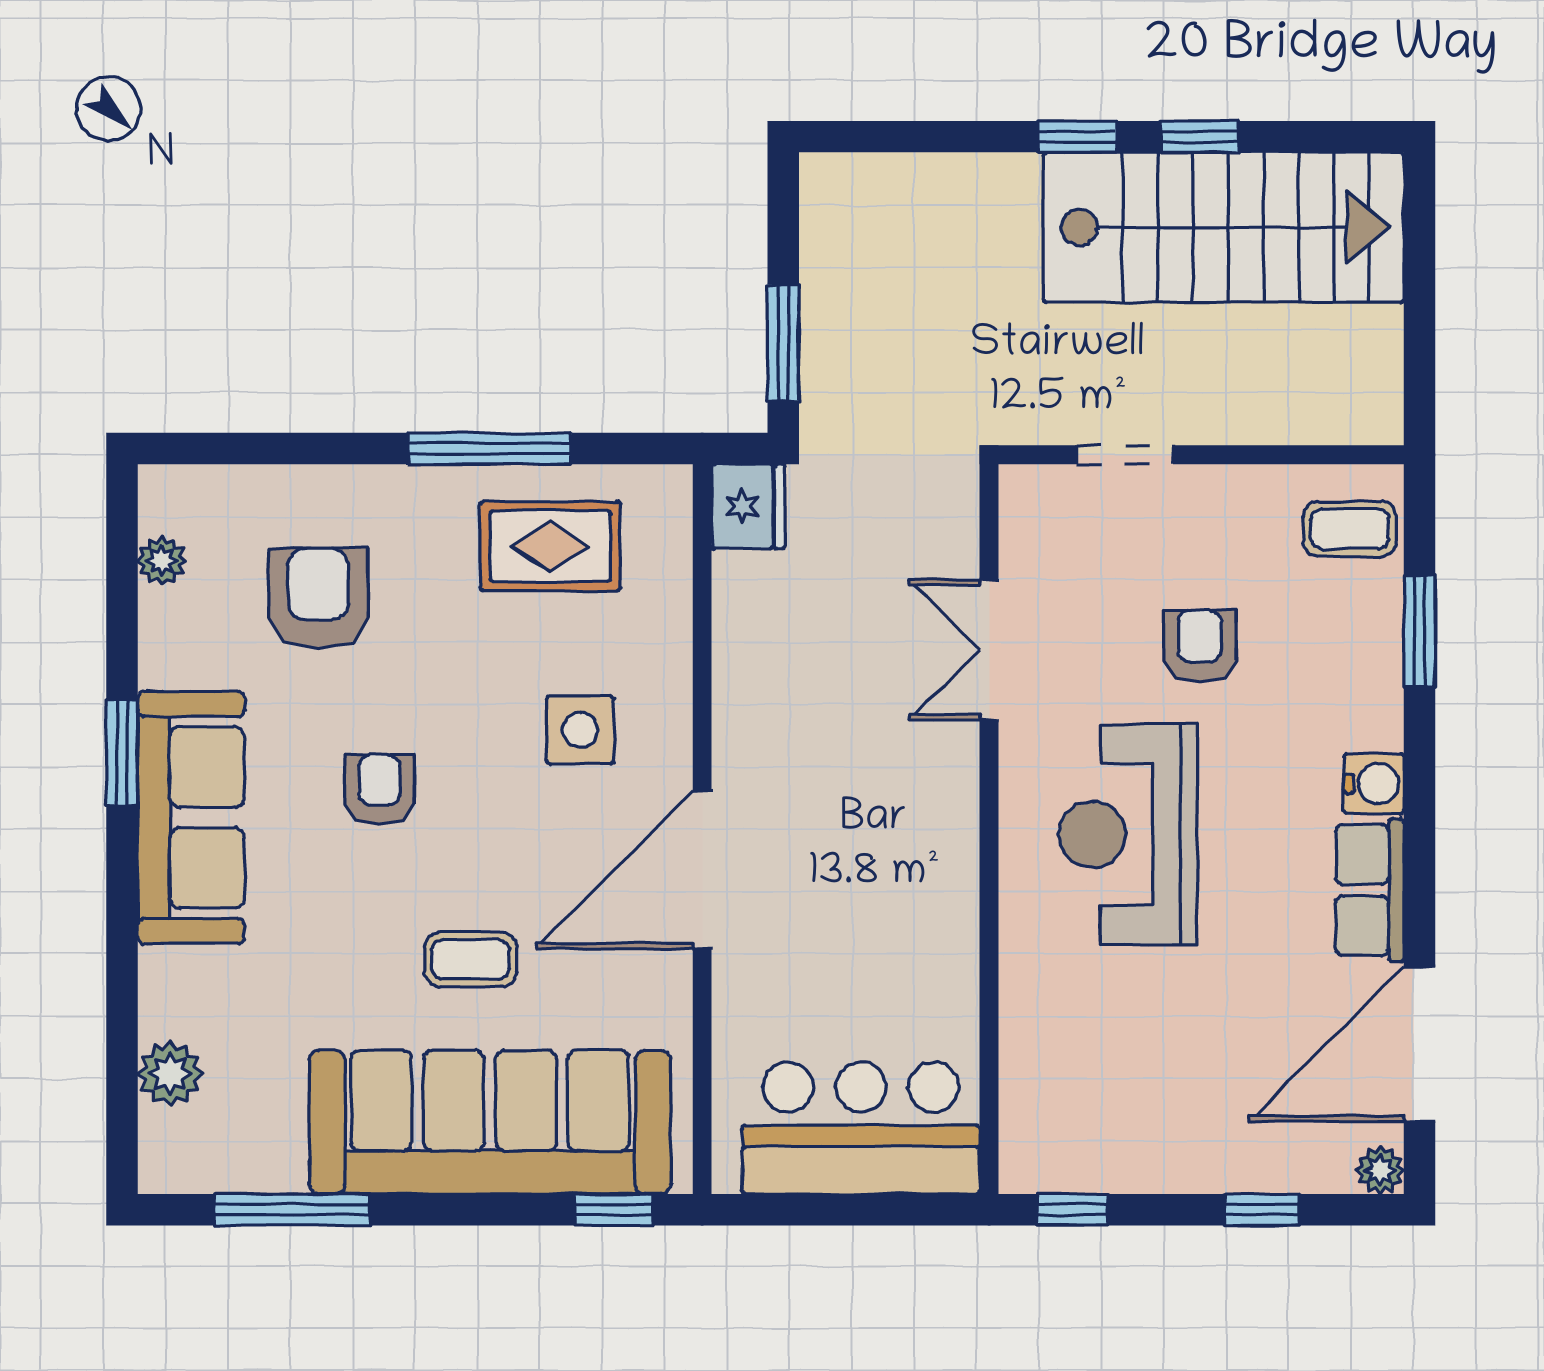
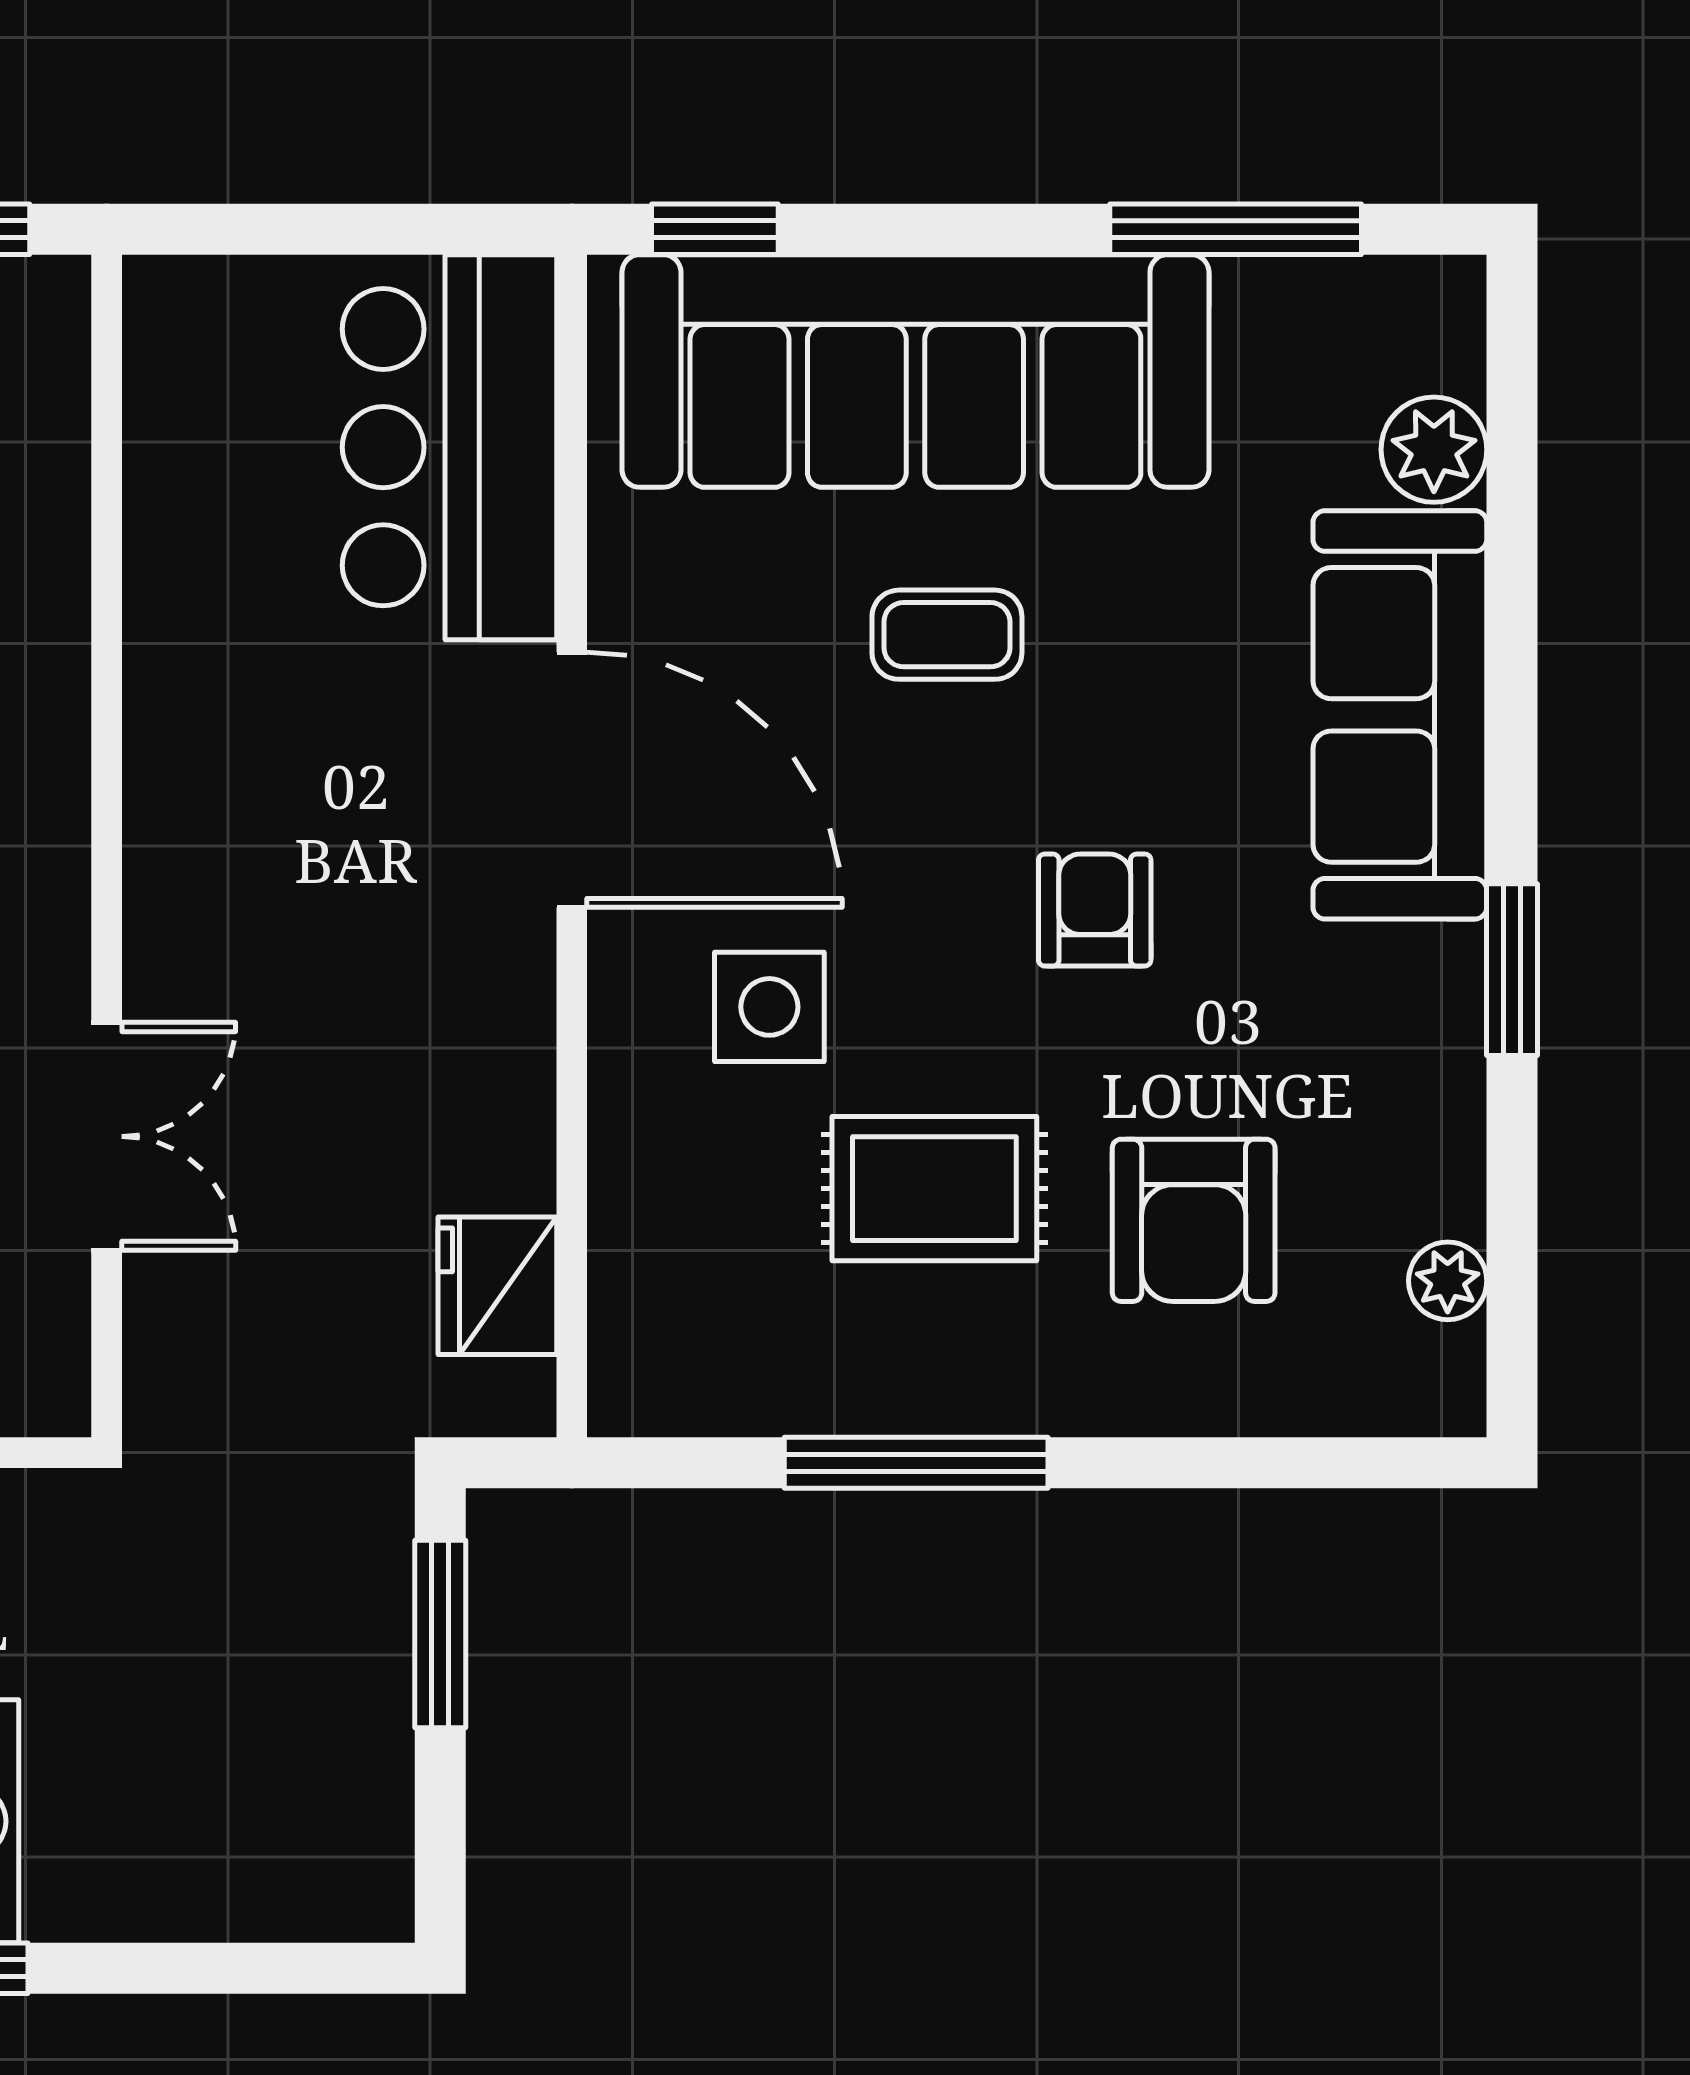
fridge: (748, 507) -> (497, 1286), moved
rug: (550, 546) -> (934, 1189), moved
armchair: (379, 790) -> (1095, 910), turned 180
sofa: (191, 818) -> (1400, 715), moved
door: (702, 870) -> (572, 780), hinge flipped
bar counter: (861, 1128) -> (449, 447), moved, turned 90

